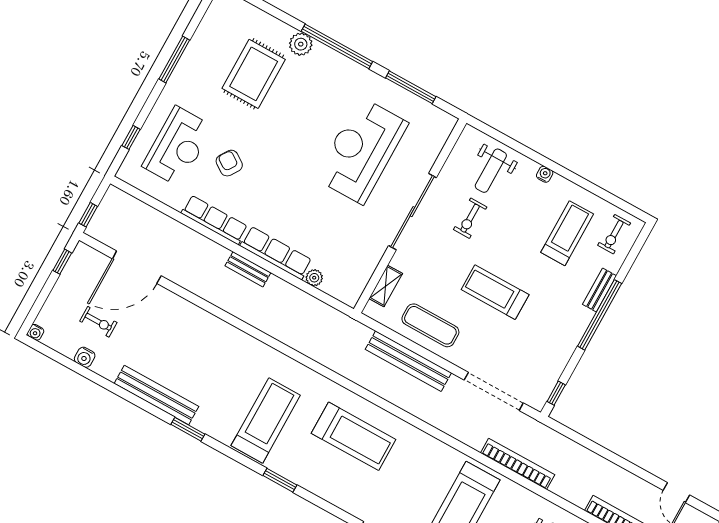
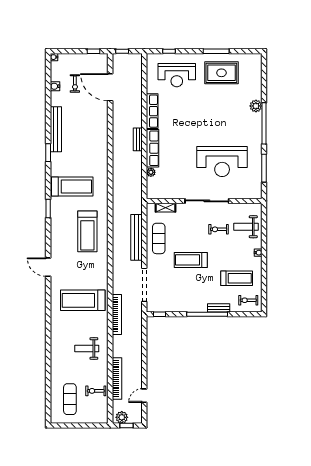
rug: (254, 74) -> (221, 73), moved
reception desk: (362, 151) -> (222, 162), turned 180
armchair: (229, 163) -> (182, 103), removed
treadmill: (495, 292) -> (191, 260), turned -90

